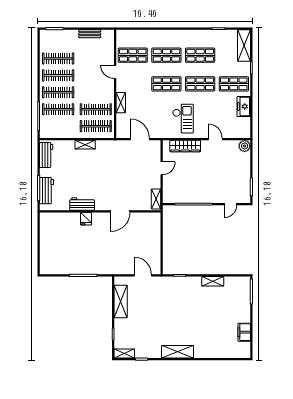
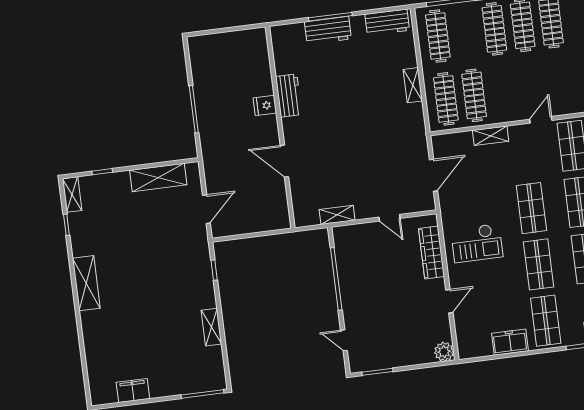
clothes rail: (58, 109) -> (438, 36), moved
workbench: (82, 204) -> (289, 96), moved
wall: (100, 211) -> (280, 127), moved
door: (120, 211) -> (284, 161), moved
fridge: (86, 219) -> (265, 105), moved

